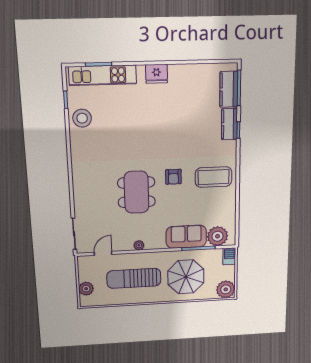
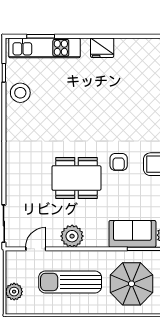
dining table: (136, 192) -> (76, 178), turned 90
plant: (139, 245) -> (72, 236), width x1.87, depth x1.87

